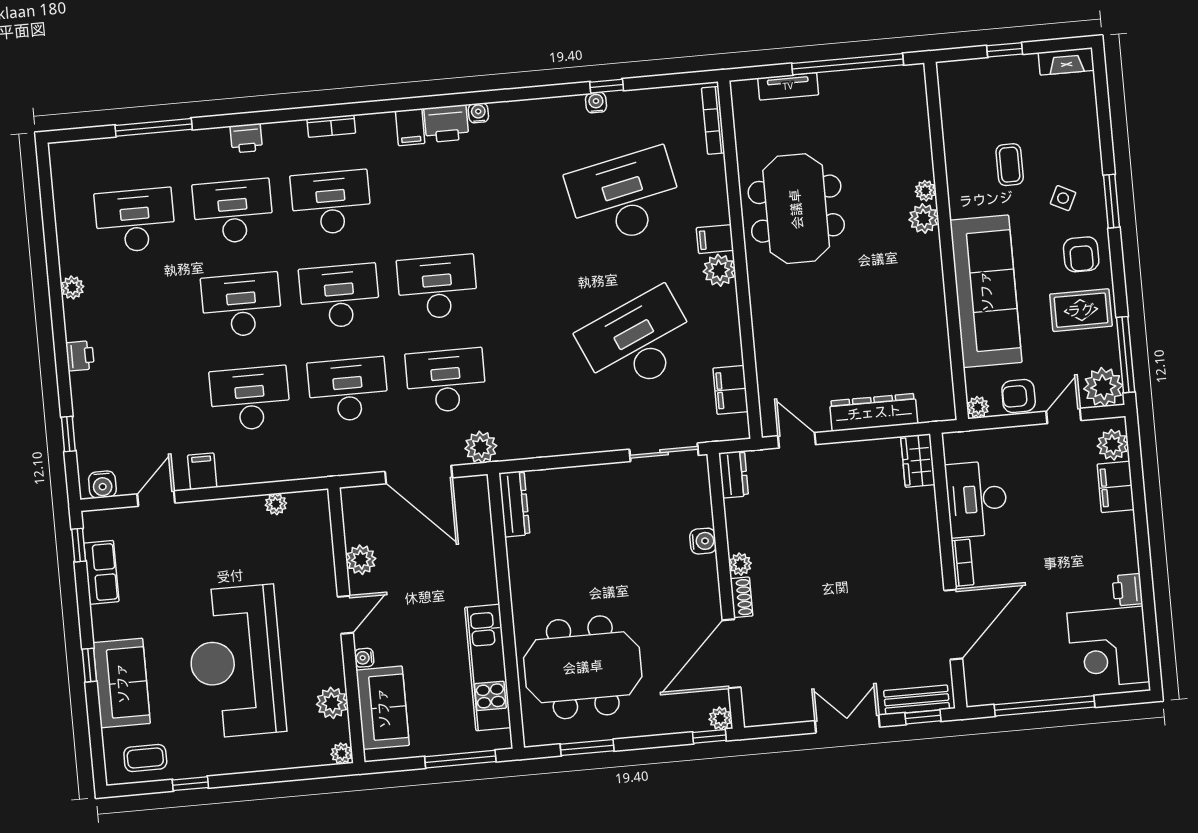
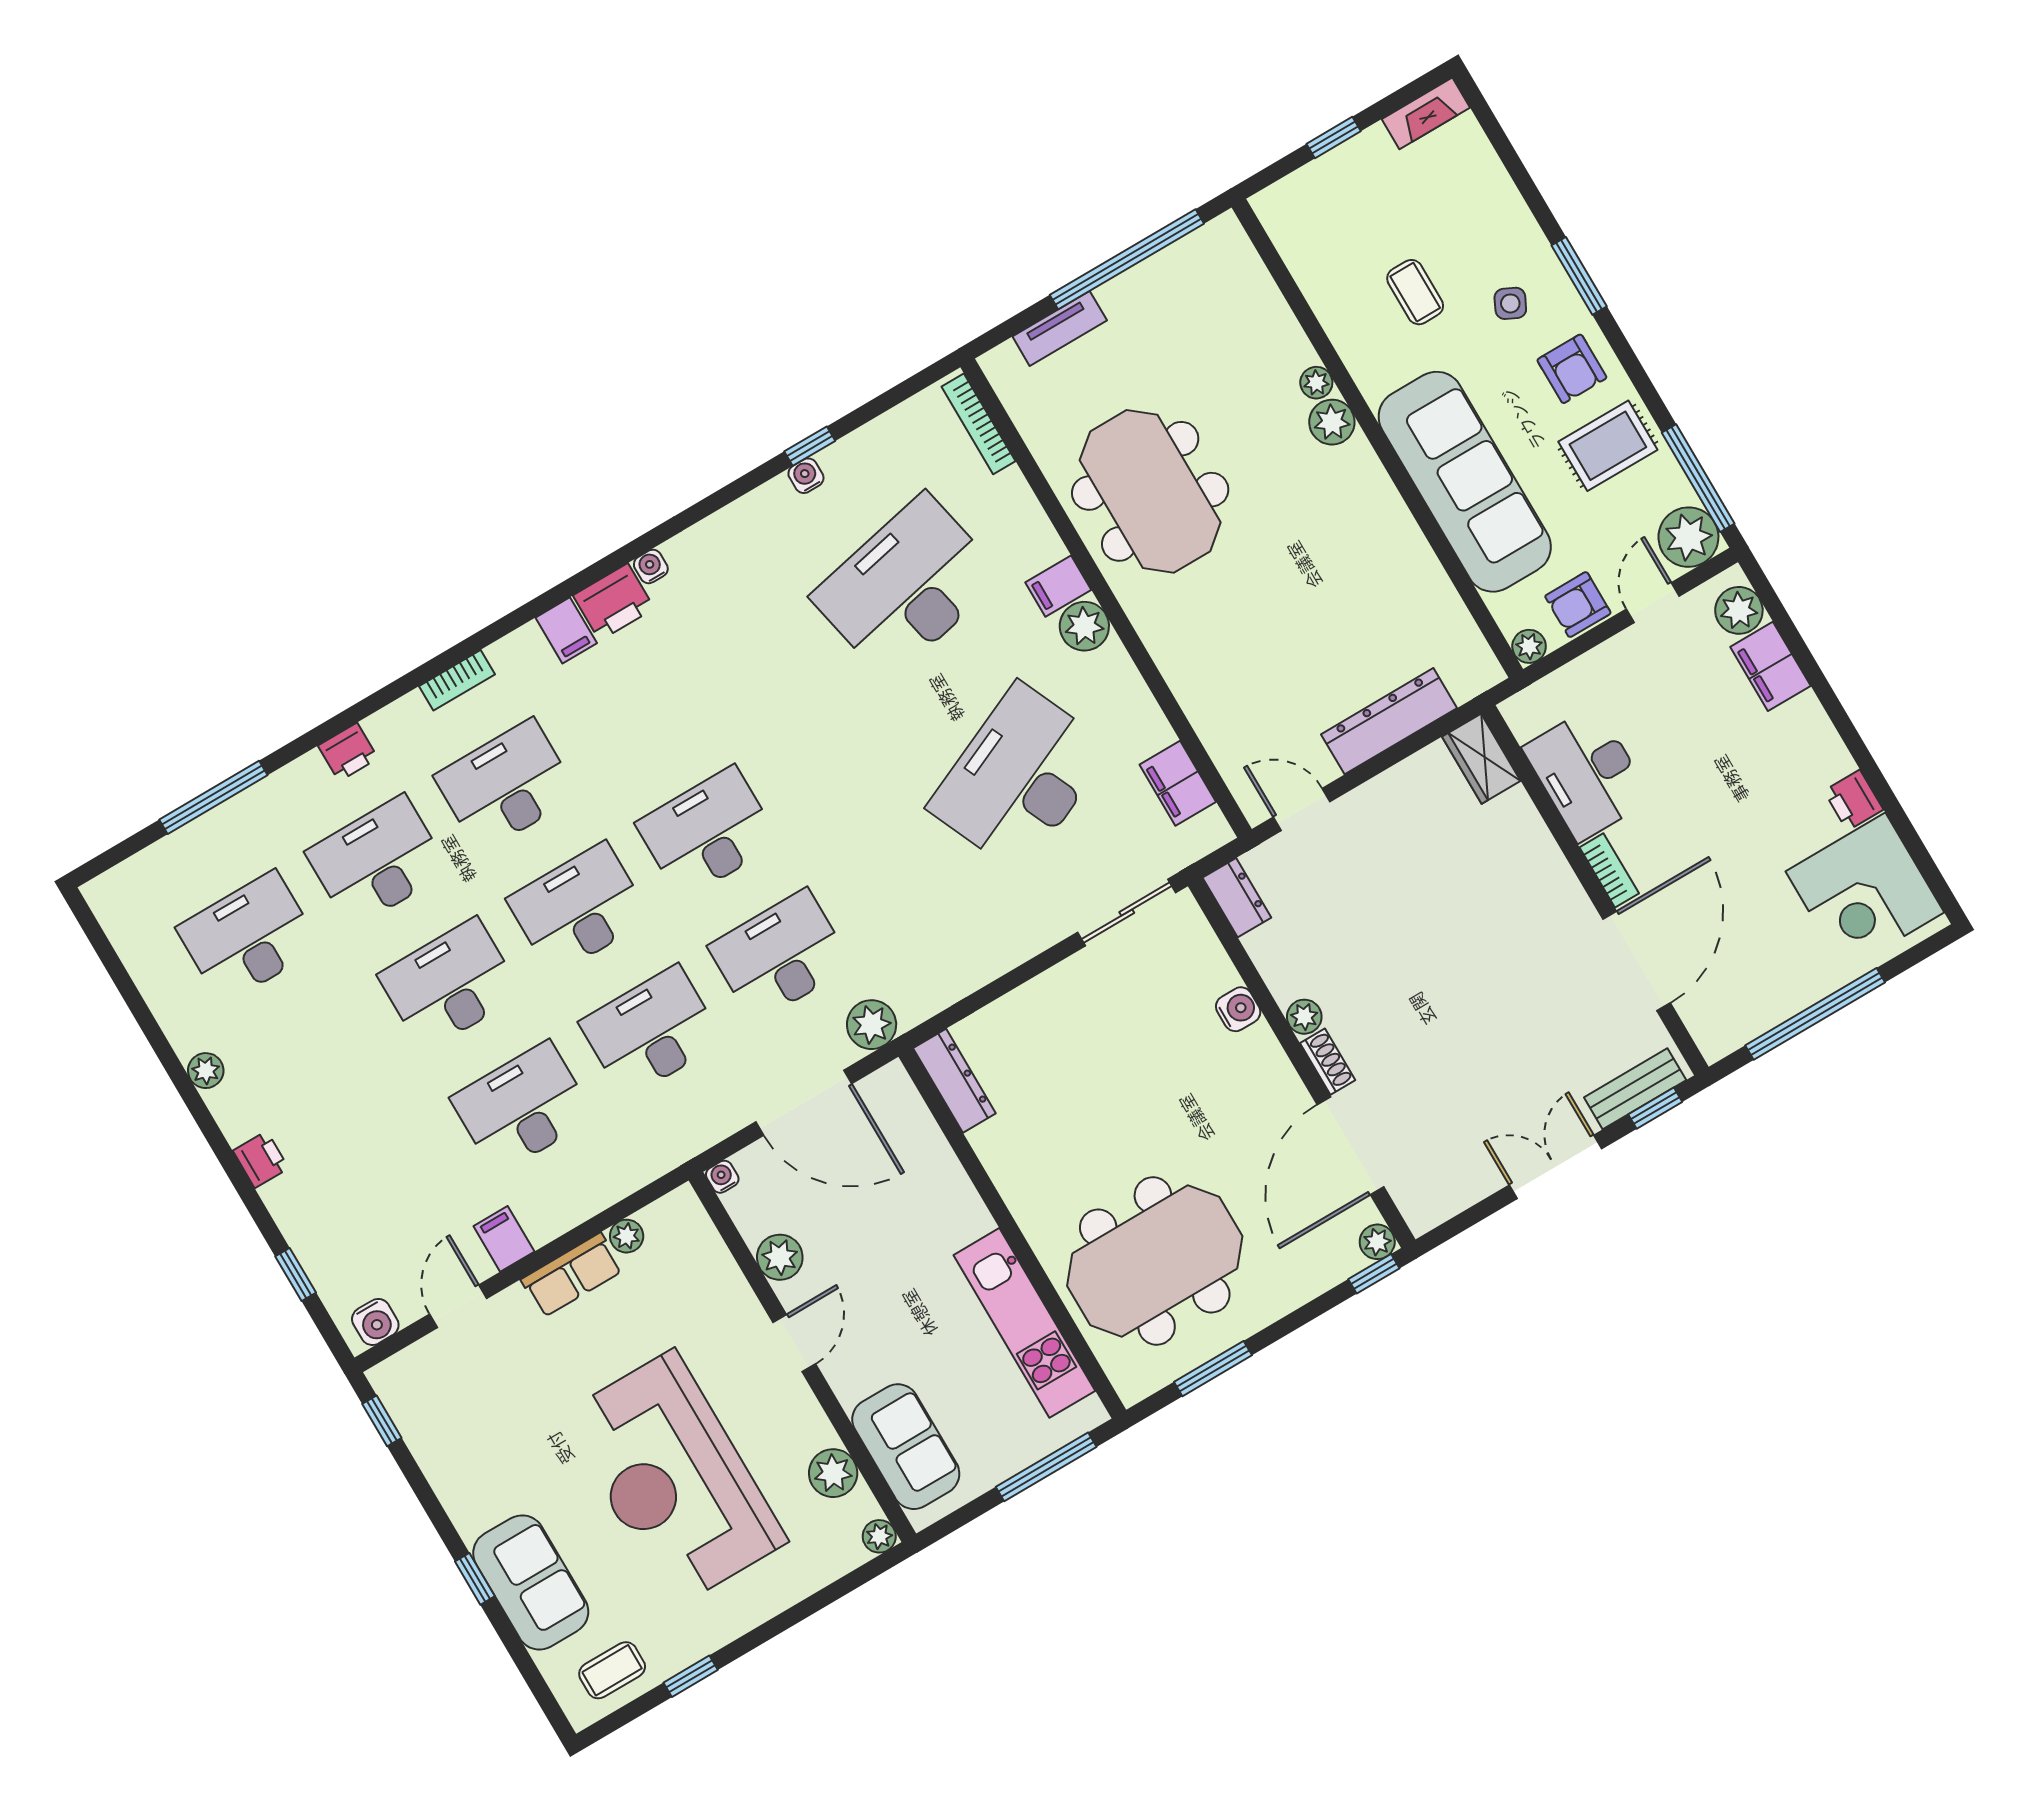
row of seats: (101, 572) -> (572, 1275), moved, turned 90
water cooler: (364, 658) -> (722, 1177), moved, turned 90

